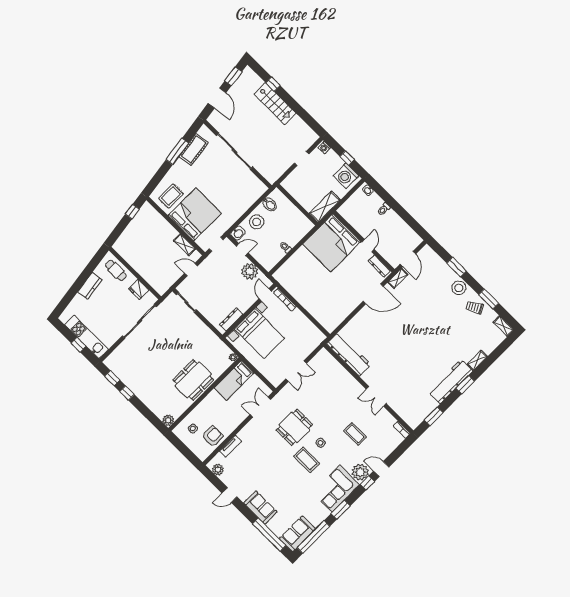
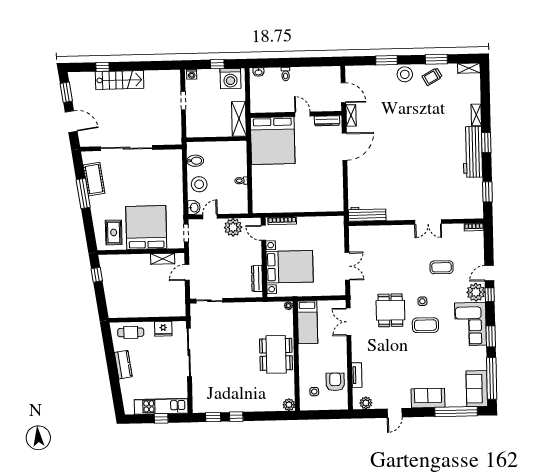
workbench: (349, 354) -> (367, 214), width x0.73, depth x0.76

